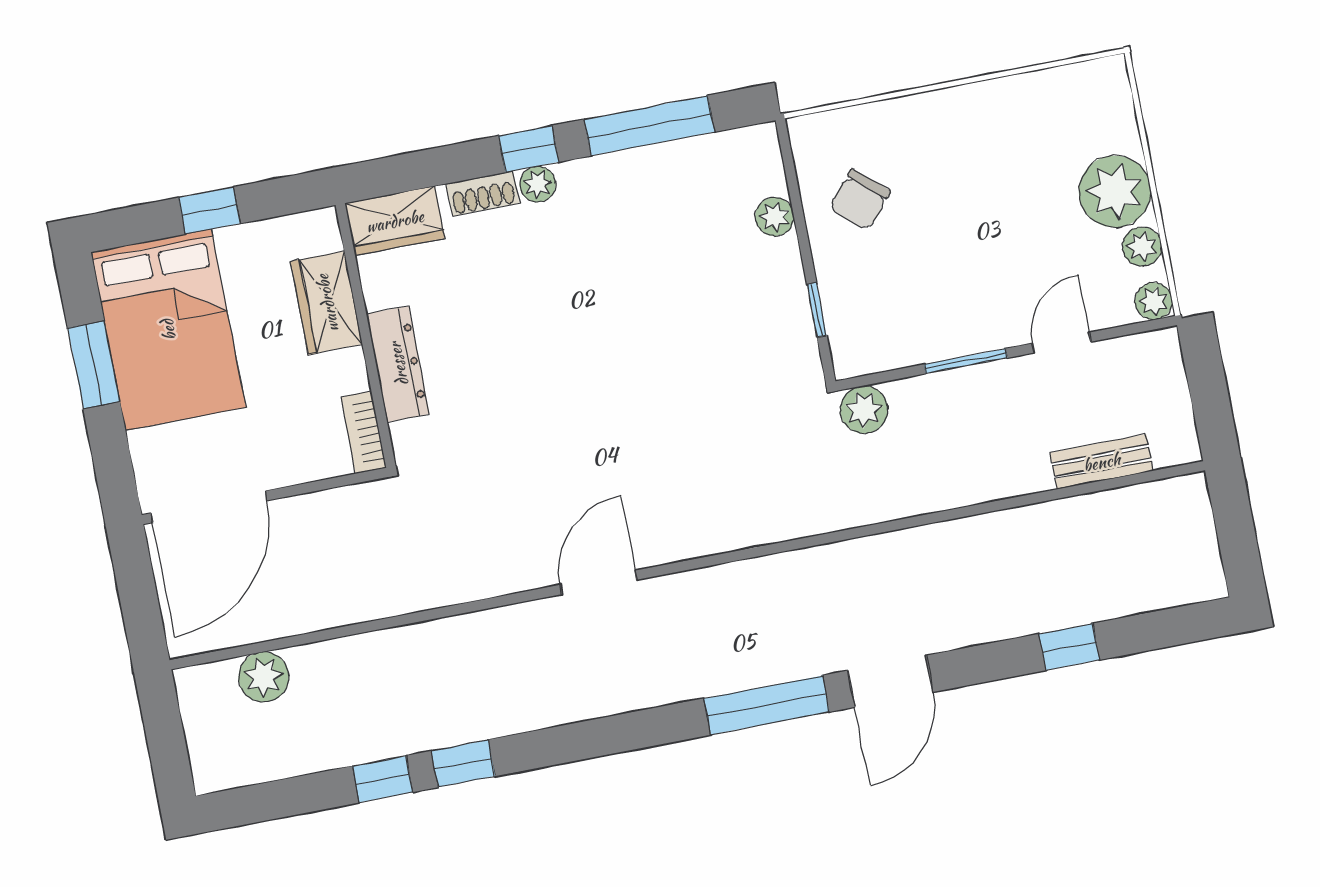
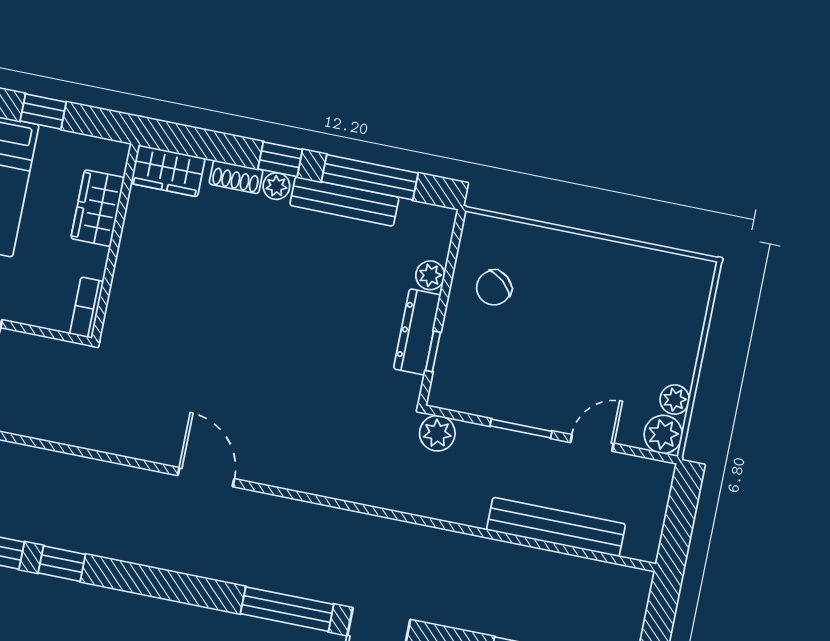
bench: (630, 169) -> (344, 201), added
plant: (1115, 191) -> (672, 354), removed
plant: (1154, 301) -> (663, 434), width x1.38, depth x1.38
dresser: (398, 364) -> (417, 332), moved, turned 180
bench: (1102, 462) -> (556, 527), width x1.86, depth x1.21
door: (598, 582) -> (206, 477), hinge flipped

